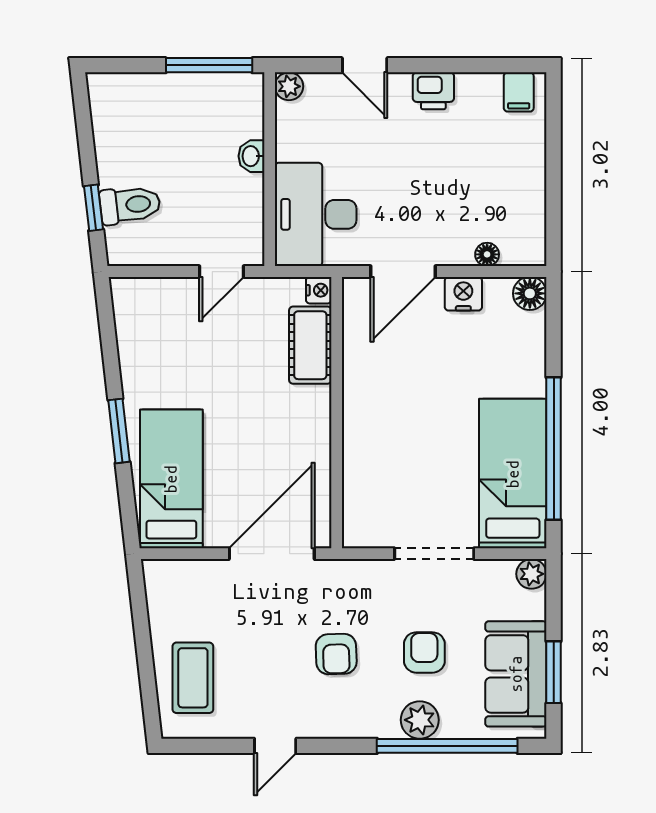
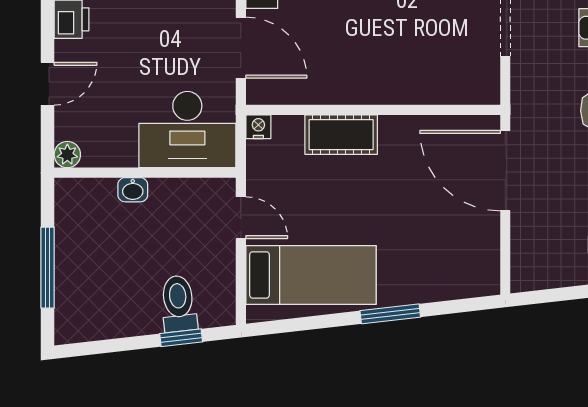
window: (209, 65) -> (48, 268), moved
cot: (310, 345) -> (341, 135), moved
bed: (171, 479) -> (311, 275), moved, turned 180

